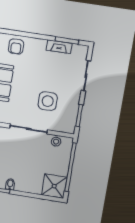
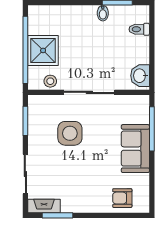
armchair: (16, 46) -> (122, 198), turned -90
fireplace: (59, 47) -> (44, 206), moved
shower: (54, 186) -> (43, 50), moved

